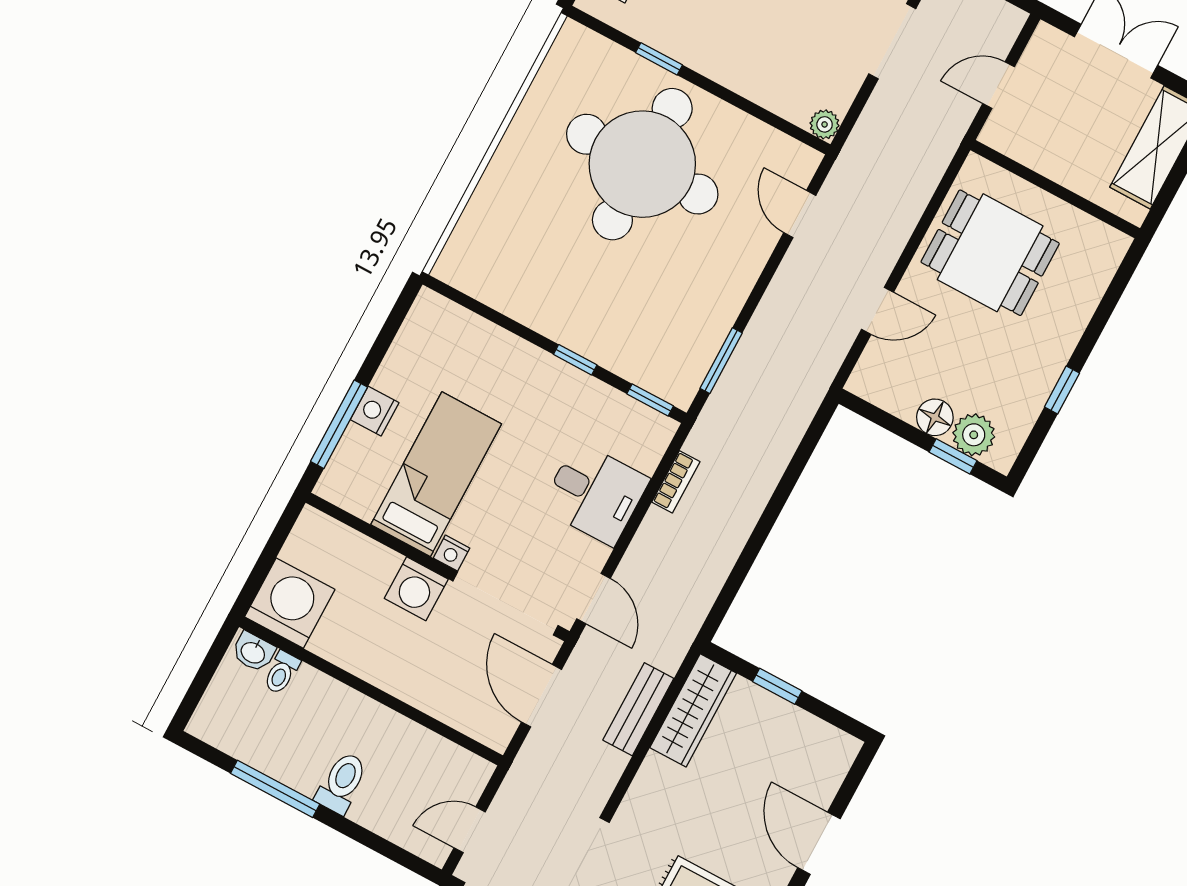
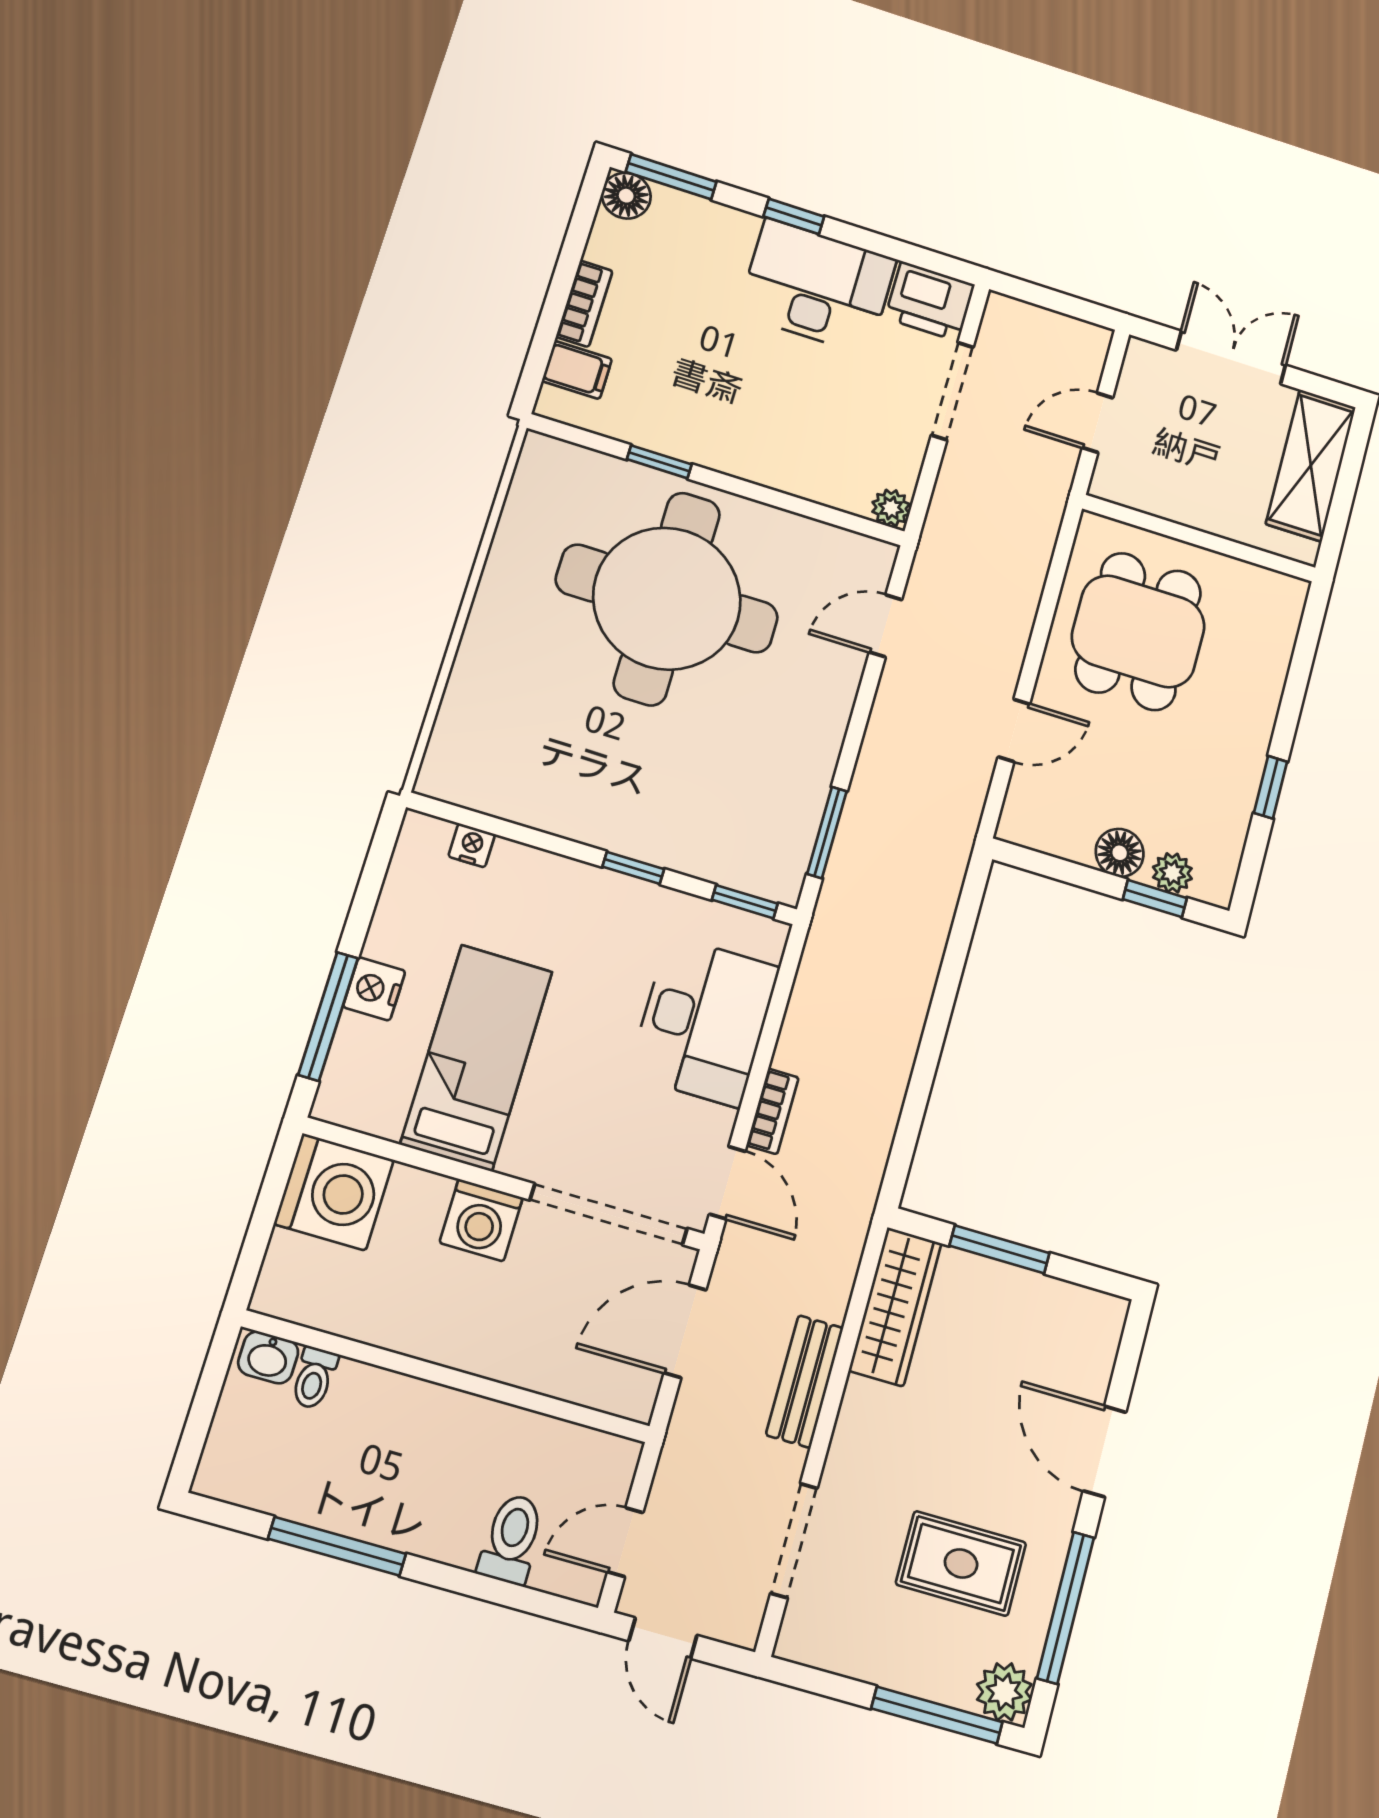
door: (800, 214) -> (886, 626), hinge flipped
dining table: (990, 253) -> (1138, 631), turned 90
plant: (974, 435) -> (1172, 873), width x0.73, depth x0.73
bookcase: (676, 482) -> (773, 1111), moved
desk: (595, 493) -> (704, 1021), width x1.37
nightstand: (452, 553) -> (472, 845), moved, turned 180
washing machine: (290, 603) -> (334, 1192), moved, turned 90
window: (777, 686) -> (1000, 1249), width x1.50
door: (541, 696) -> (685, 1331), hinge flipped
bench: (638, 709) -> (805, 1381), moved
toilet: (342, 783) -> (512, 1539), moved

